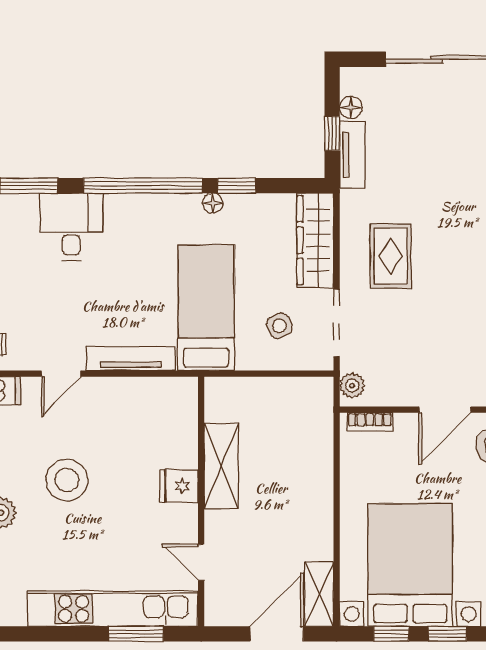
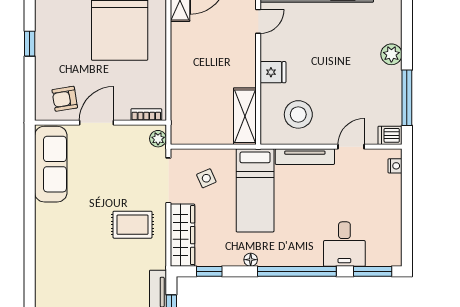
window: (237, 186) -> (209, 271), moved
rug: (391, 256) -> (132, 225), turned 90
shelving: (221, 466) -> (245, 116), moved
stool: (67, 480) -> (298, 114), moved
door: (201, 562) -> (258, 21), hinge flipped

